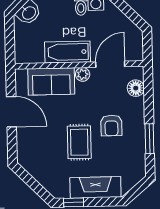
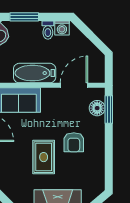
plant: (83, 74) -> (48, 94), removed
window: (149, 139) -> (109, 110), moved

